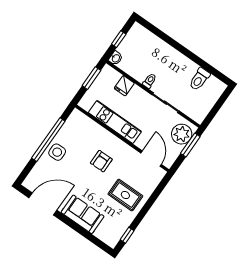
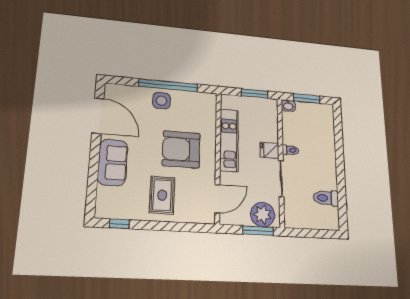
window: (119, 39) -> (307, 98), width x1.50
fridge: (124, 86) -> (270, 150), moved
armchair: (101, 161) -> (181, 149), width x1.88, depth x1.88

